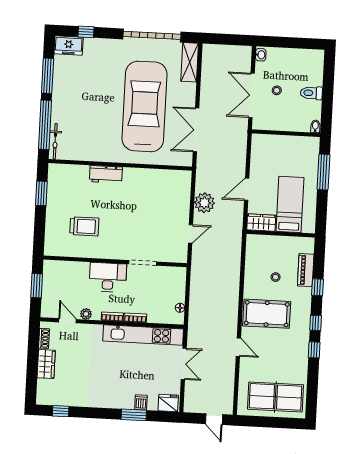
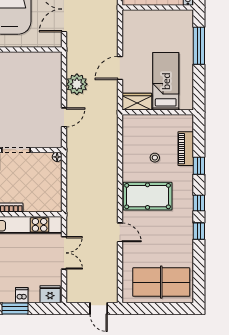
floor lamp: (180, 308) -> (57, 157), moved

